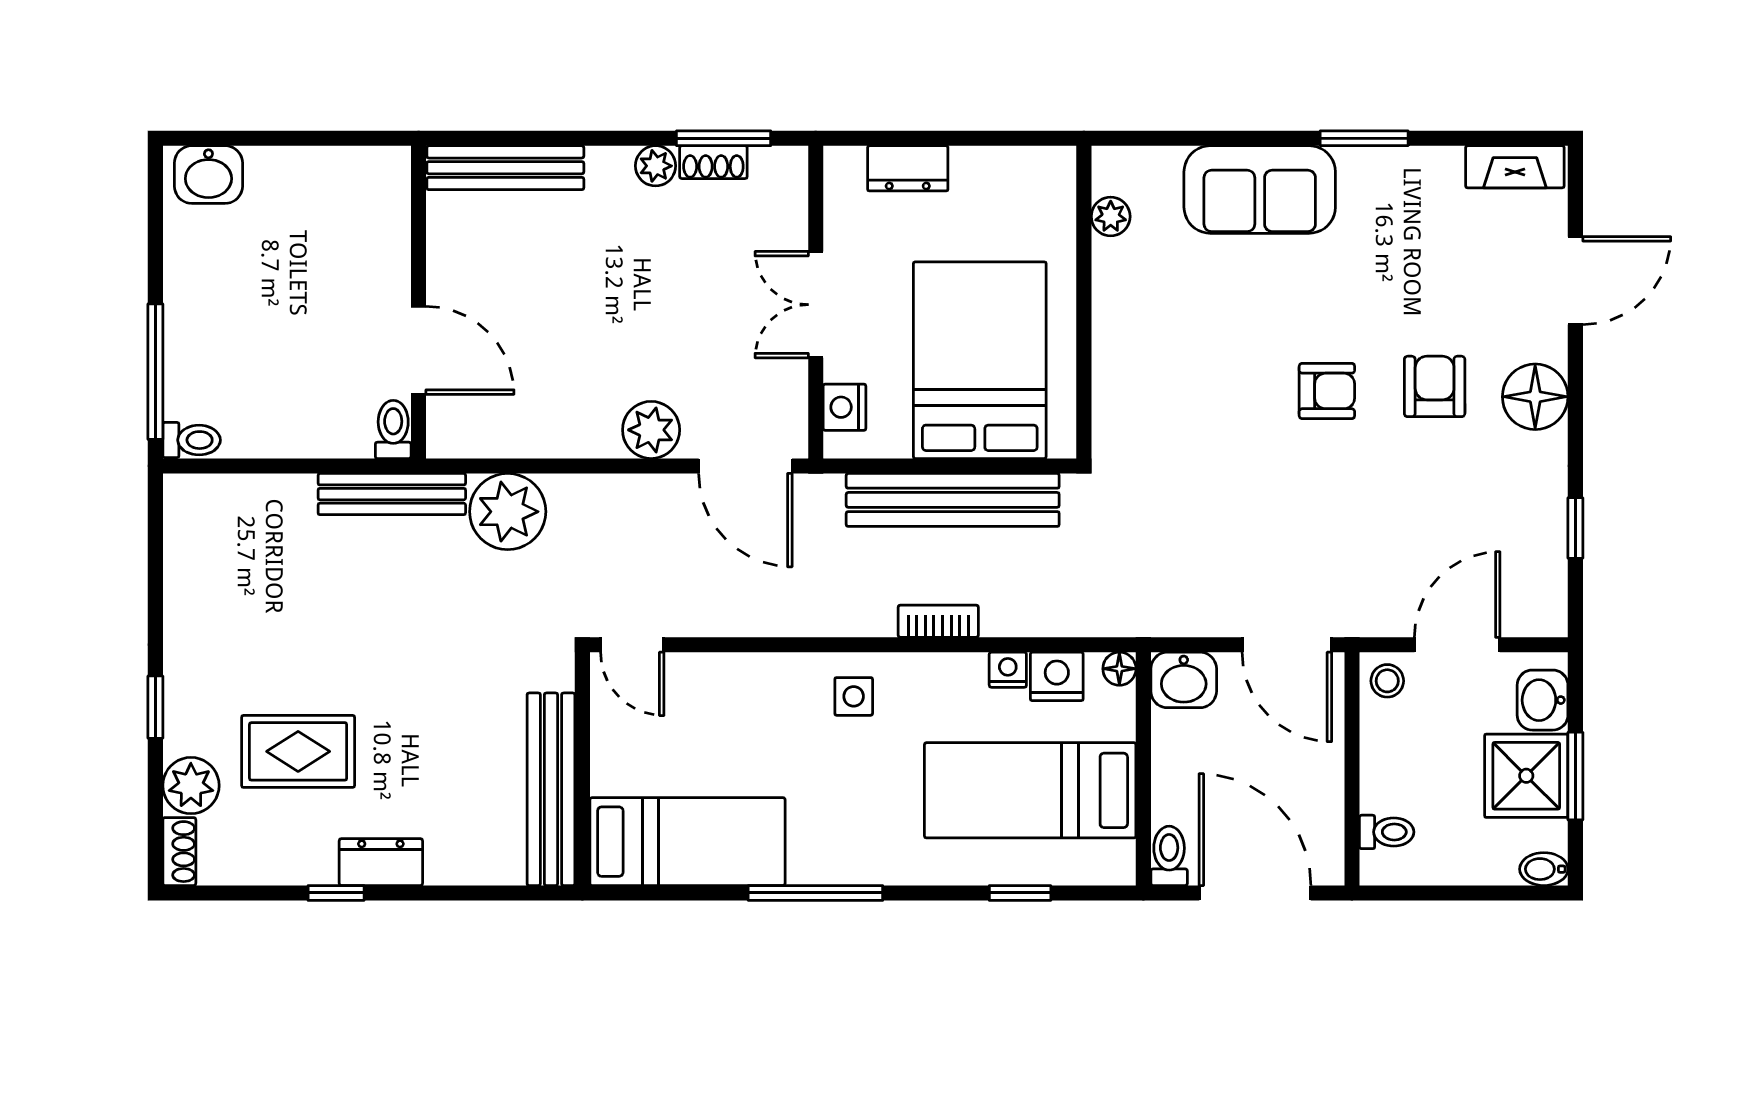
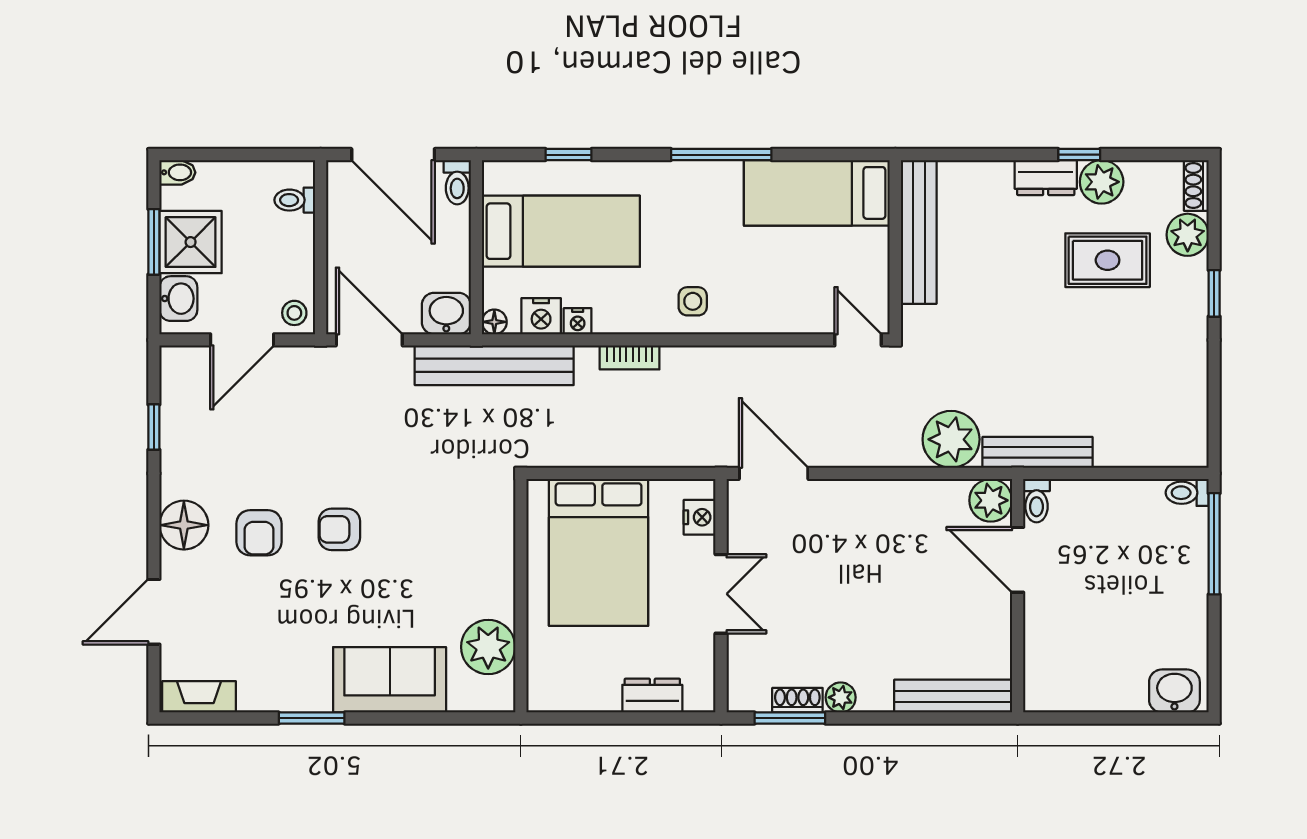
plant: (1111, 216) -> (488, 647), width x1.87, depth x1.87
plant: (651, 430) -> (991, 500), moved
bench: (953, 500) -> (494, 365), moved
plant: (306, 856) -> (1102, 182), added

